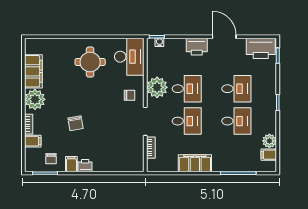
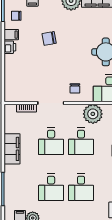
plant: (157, 87) -> (93, 114), moved

